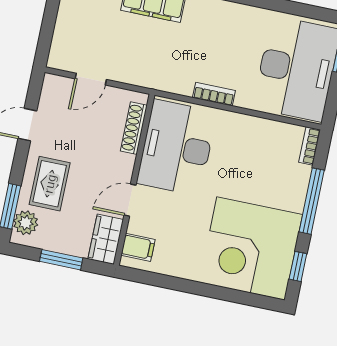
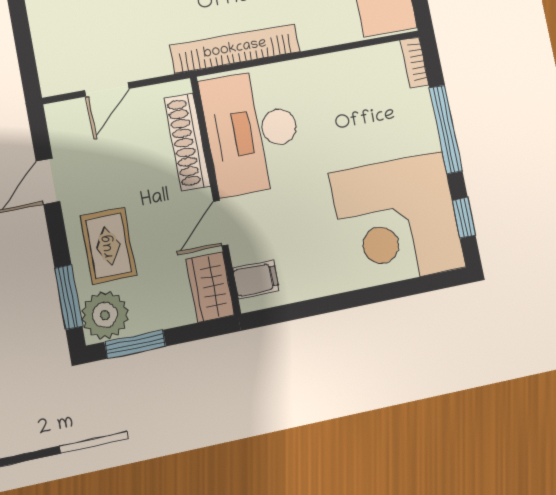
bookcase: (214, 94) -> (235, 49), width x2.31, depth x1.31
shoe rack: (134, 128) -> (187, 142), width x1.36, depth x1.24
plant: (26, 223) -> (105, 315), width x1.36, depth x1.36
window: (61, 260) -> (135, 344), moved

